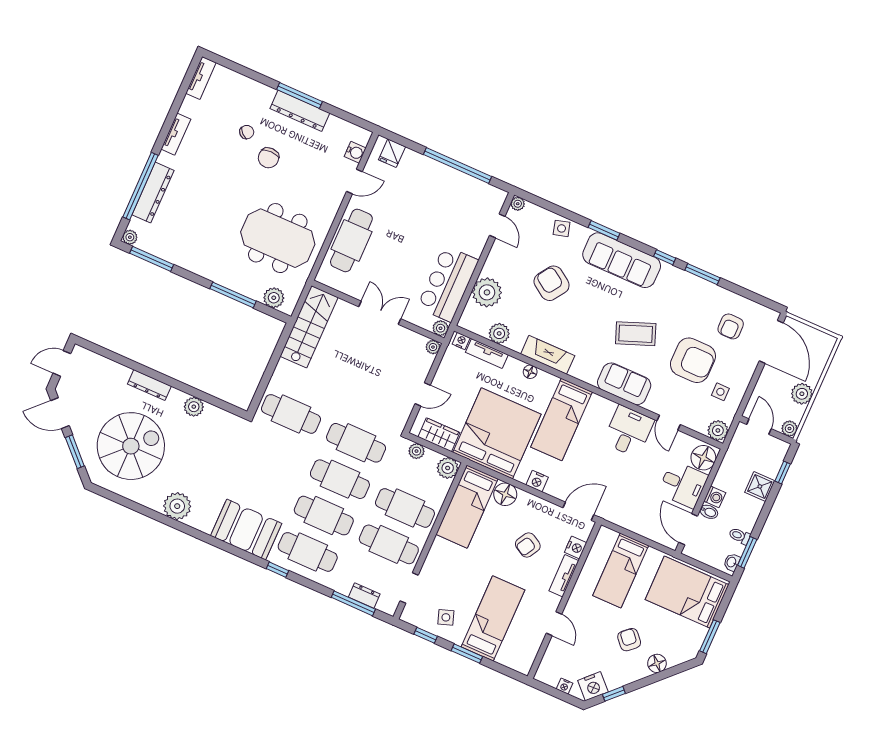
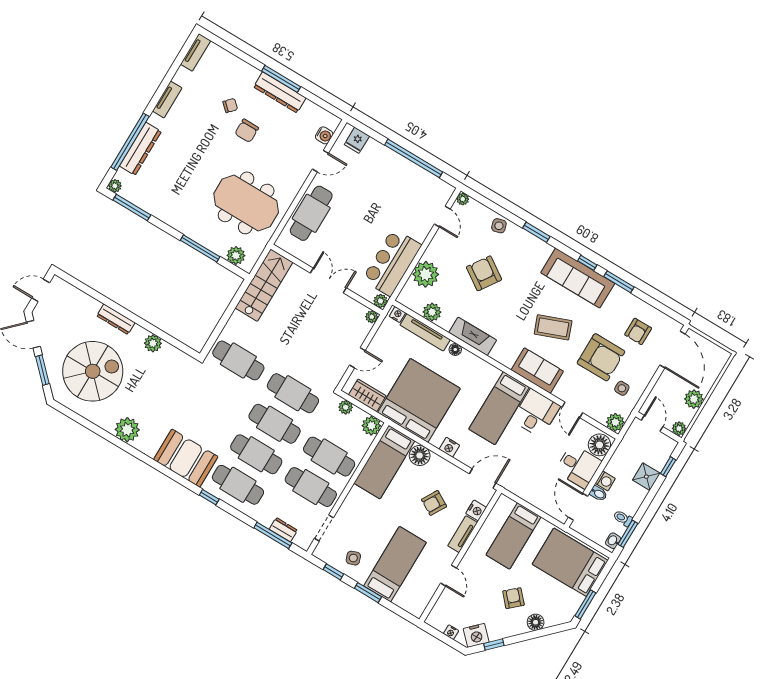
sofa: (622, 260) -> (578, 278), moved
tv unit: (487, 354) -> (425, 332), width x1.41
bed: (562, 420) -> (499, 408), moved

